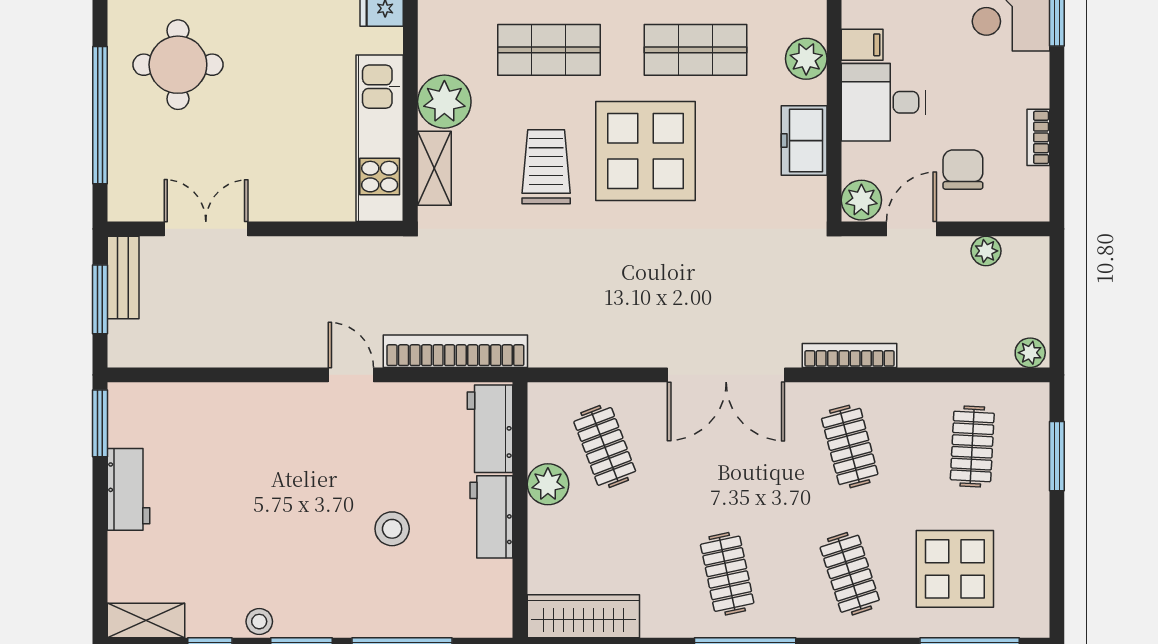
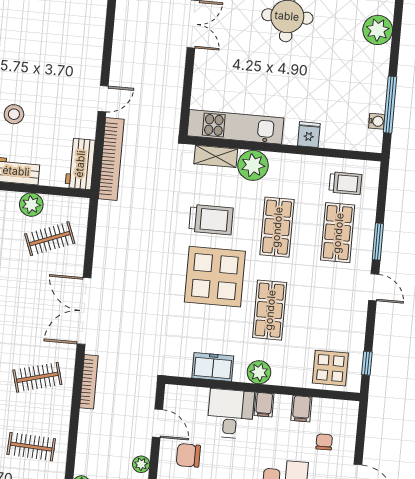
chair: (963, 170) -> (188, 455), turned 180
plant: (861, 200) -> (176, 396), removed
workbench: (490, 429) -> (80, 164), moved, turned -90

